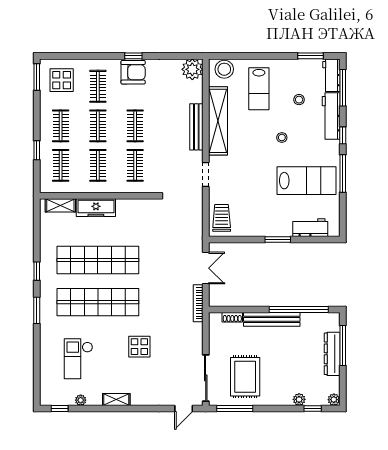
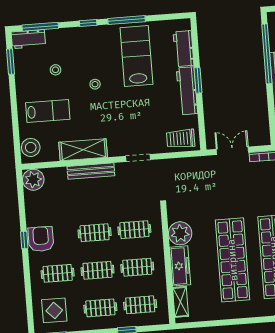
workbench: (331, 116) -> (187, 91), moved, turned 90
shelving: (218, 121) -> (83, 150), width x0.68
plant: (128, 210) -> (180, 233), added
window: (37, 271) -> (249, 321), removed

